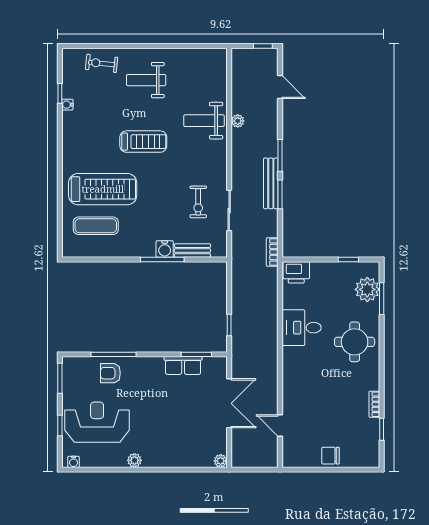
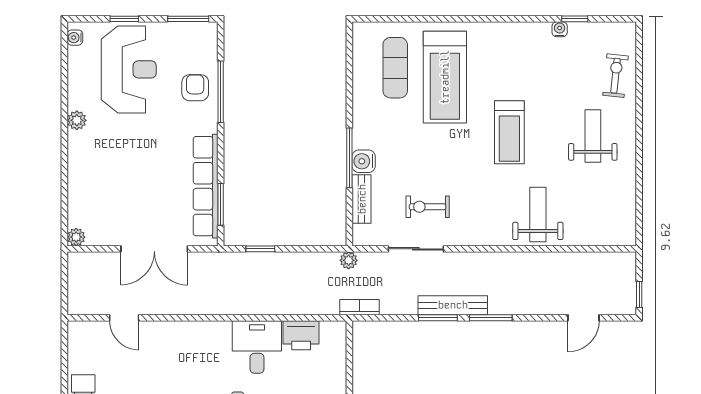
plant: (238, 121) -> (349, 260), moved
printer: (296, 272) -> (301, 335), moved, turned -90
row of seats: (183, 365) -> (206, 186), width x2.02
door: (280, 426) -> (124, 318), swing flipped

